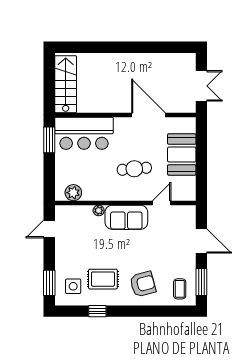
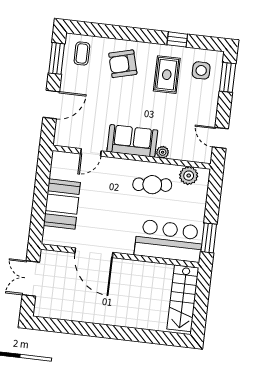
cafe table: (134, 169) -> (152, 185), moved
door: (49, 229) -> (220, 138), swing flipped
door: (201, 241) -> (51, 104), swing flipped
rug: (103, 279) -> (167, 75), turned 90

